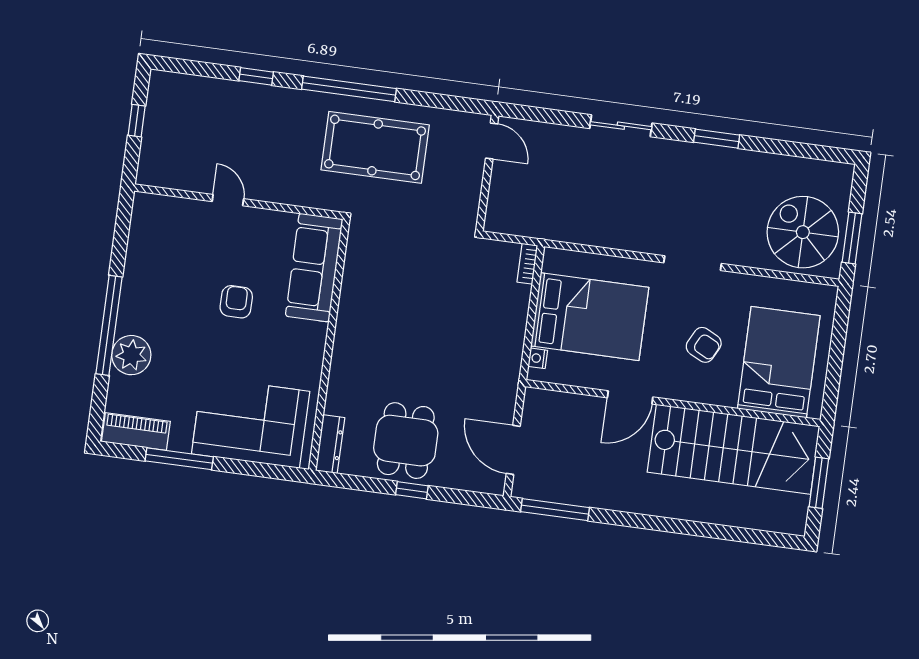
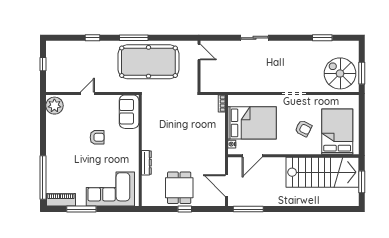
window: (349, 89) -> (134, 38), width x0.68
window: (717, 139) -> (322, 38), moved
pool table: (375, 147) -> (148, 62), width x1.36, depth x1.32
door: (228, 200) -> (87, 93), hinge flipped
sofa: (314, 268) -> (129, 112), width x0.73
armchair: (236, 302) -> (97, 137), turned 90
window: (109, 325) -> (43, 177), moved
plant: (131, 355) -> (54, 106), moved
door: (630, 397) -> (252, 156), moved
dresser: (330, 444) -> (146, 163), moved

